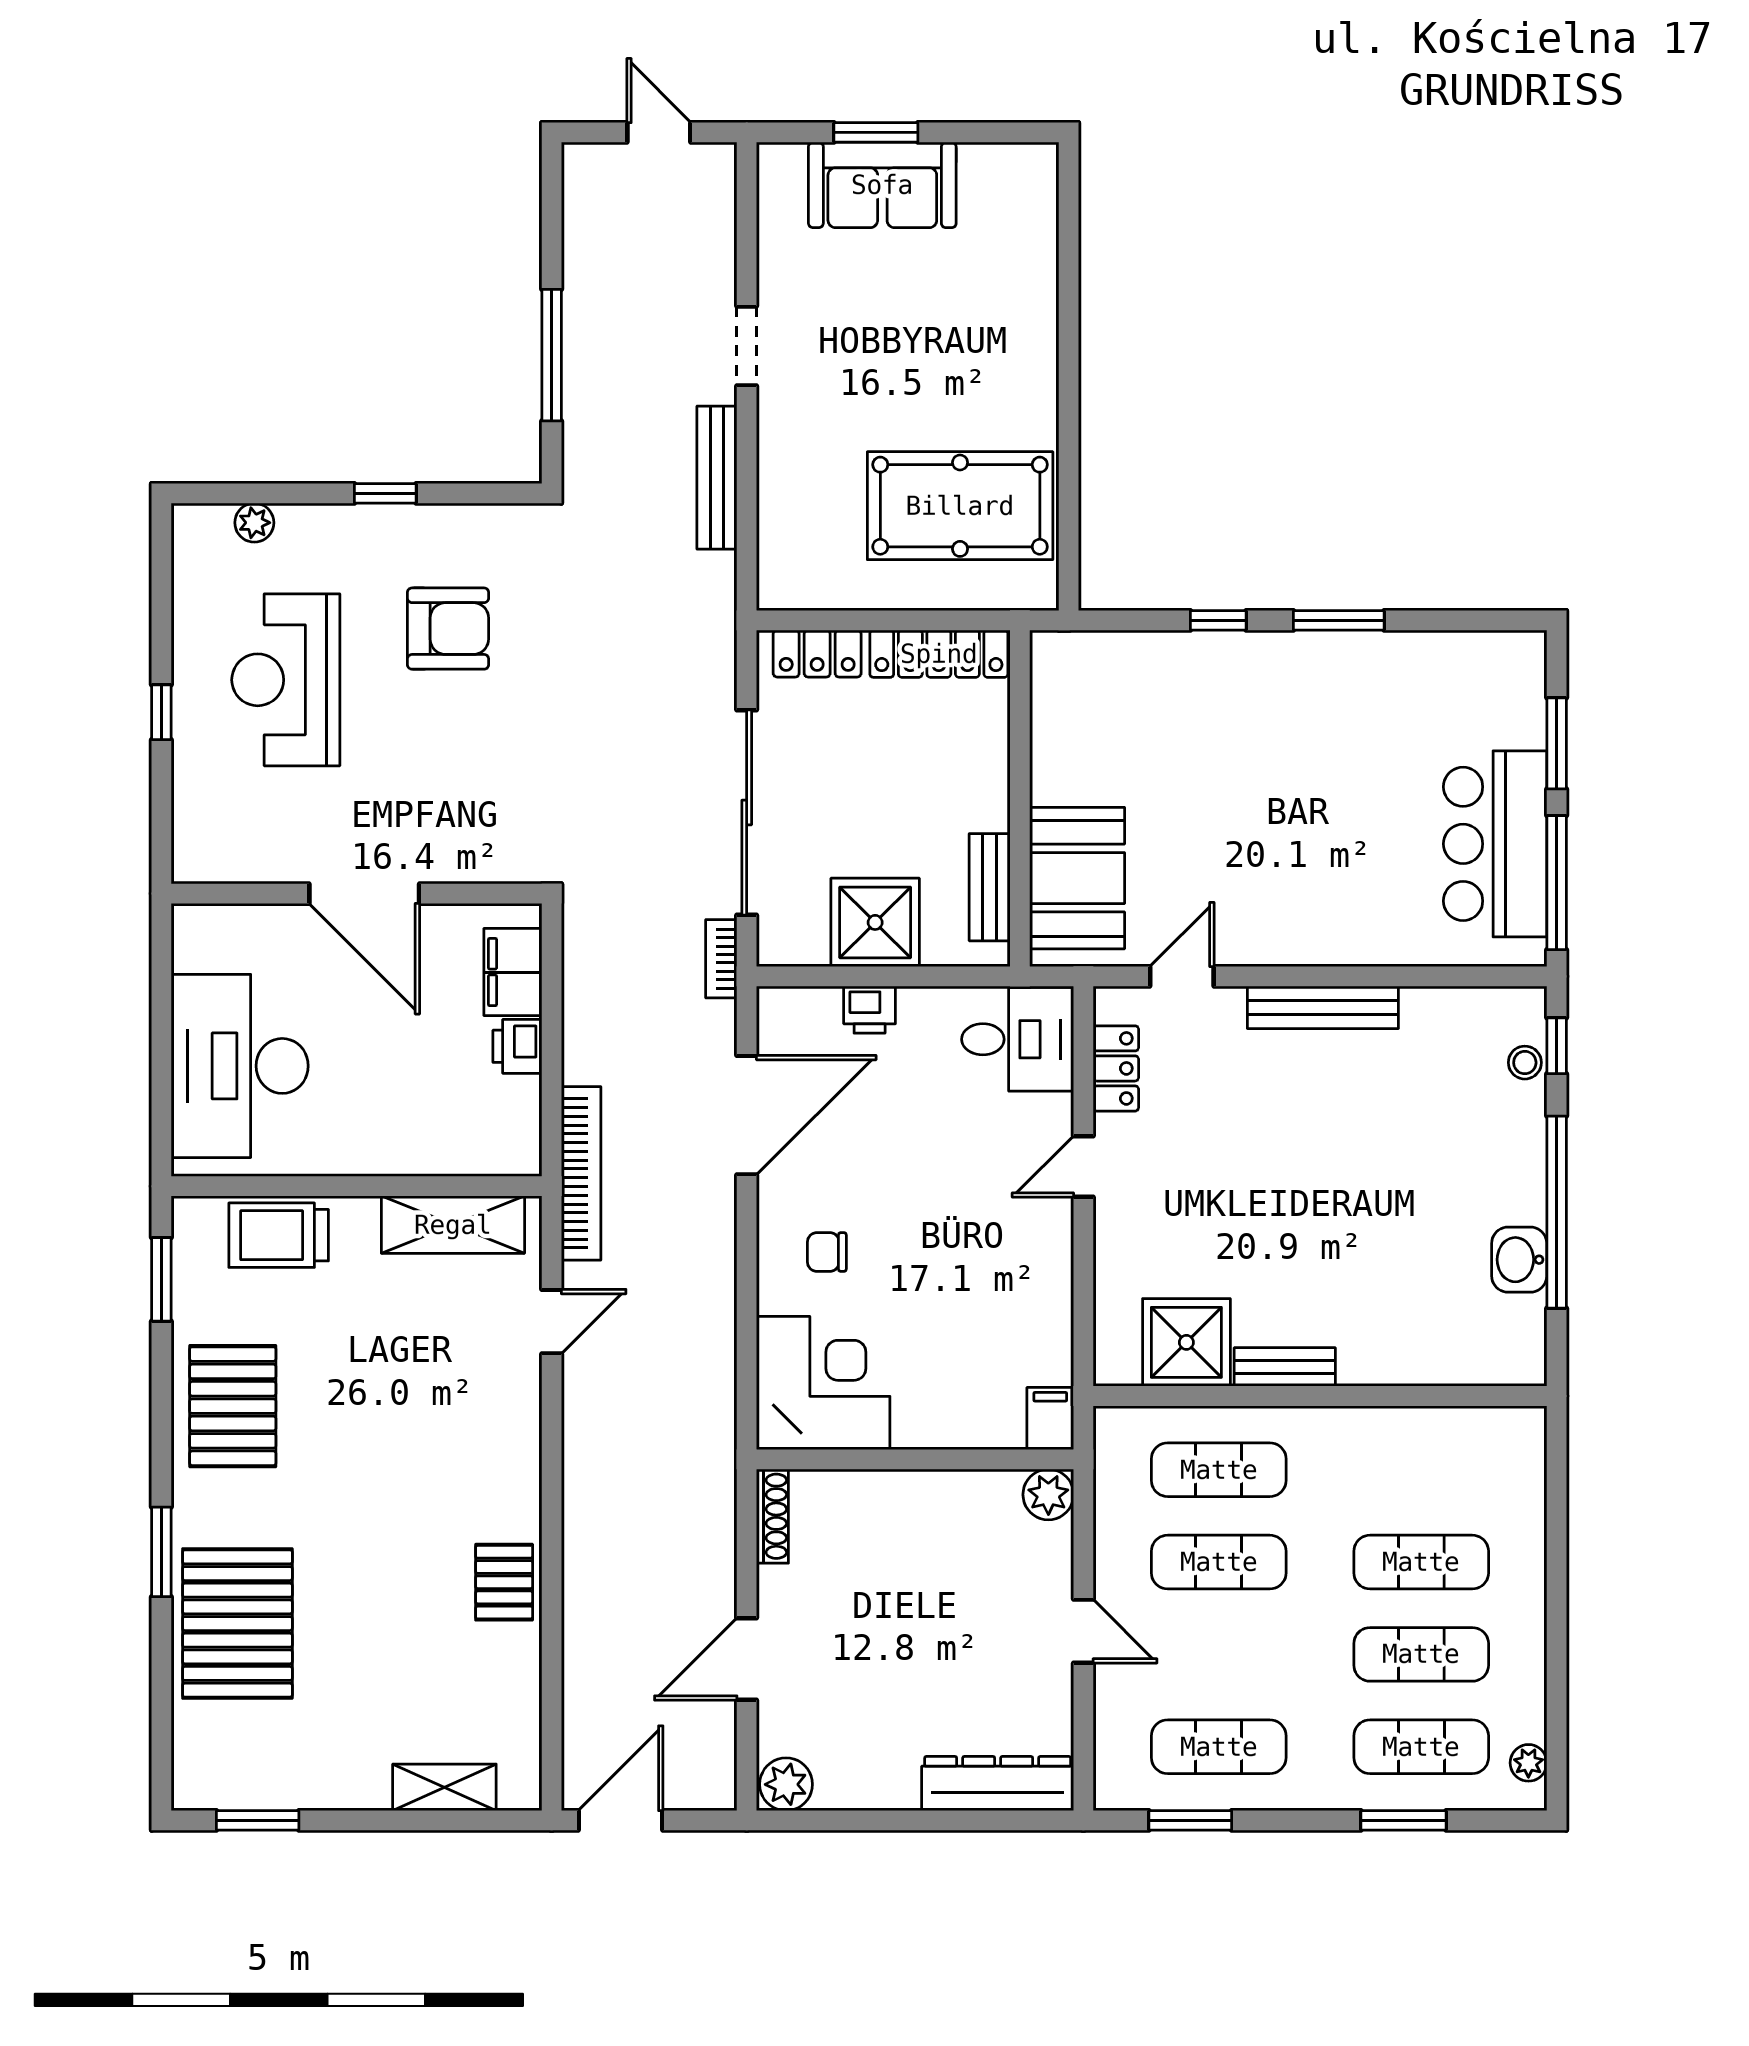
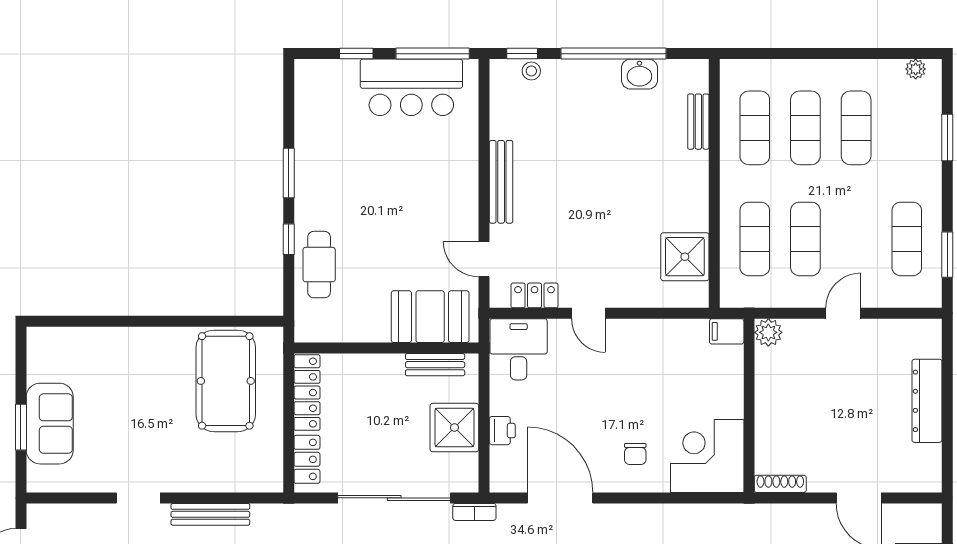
cafe table: (1172, 676) -> (319, 265), added
window: (1557, 743) -> (356, 54), width x0.67
bench: (1285, 1367) -> (698, 122), moved
exercise mat: (1421, 1747) -> (755, 128), moved
plant: (786, 1784) -> (927, 476), removed
dresser: (998, 1784) -> (927, 401), moved

